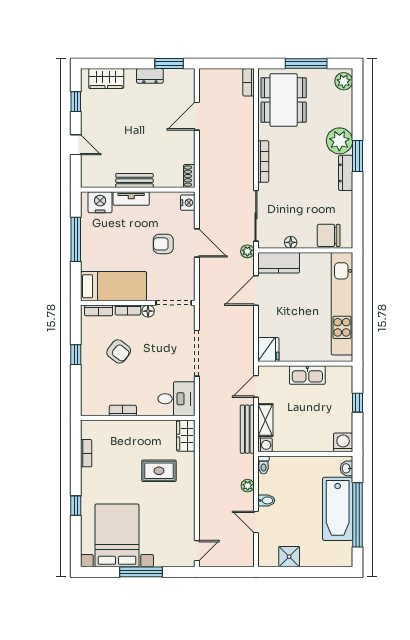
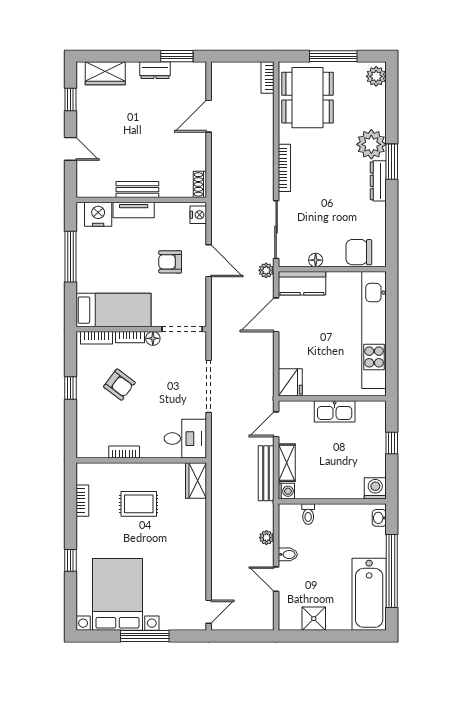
toilet: (264, 465) -> (308, 514), moved
rug: (159, 471) -> (139, 504), moved
bathtub: (338, 509) -> (369, 594), moved

